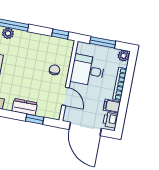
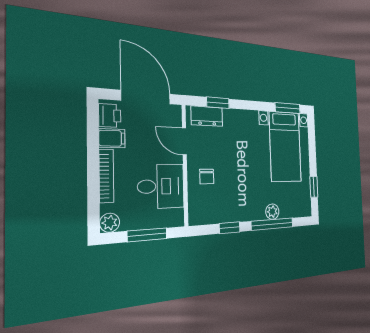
window: (60, 34) -> (230, 228), moved
dresser: (25, 107) -> (207, 116), moved

